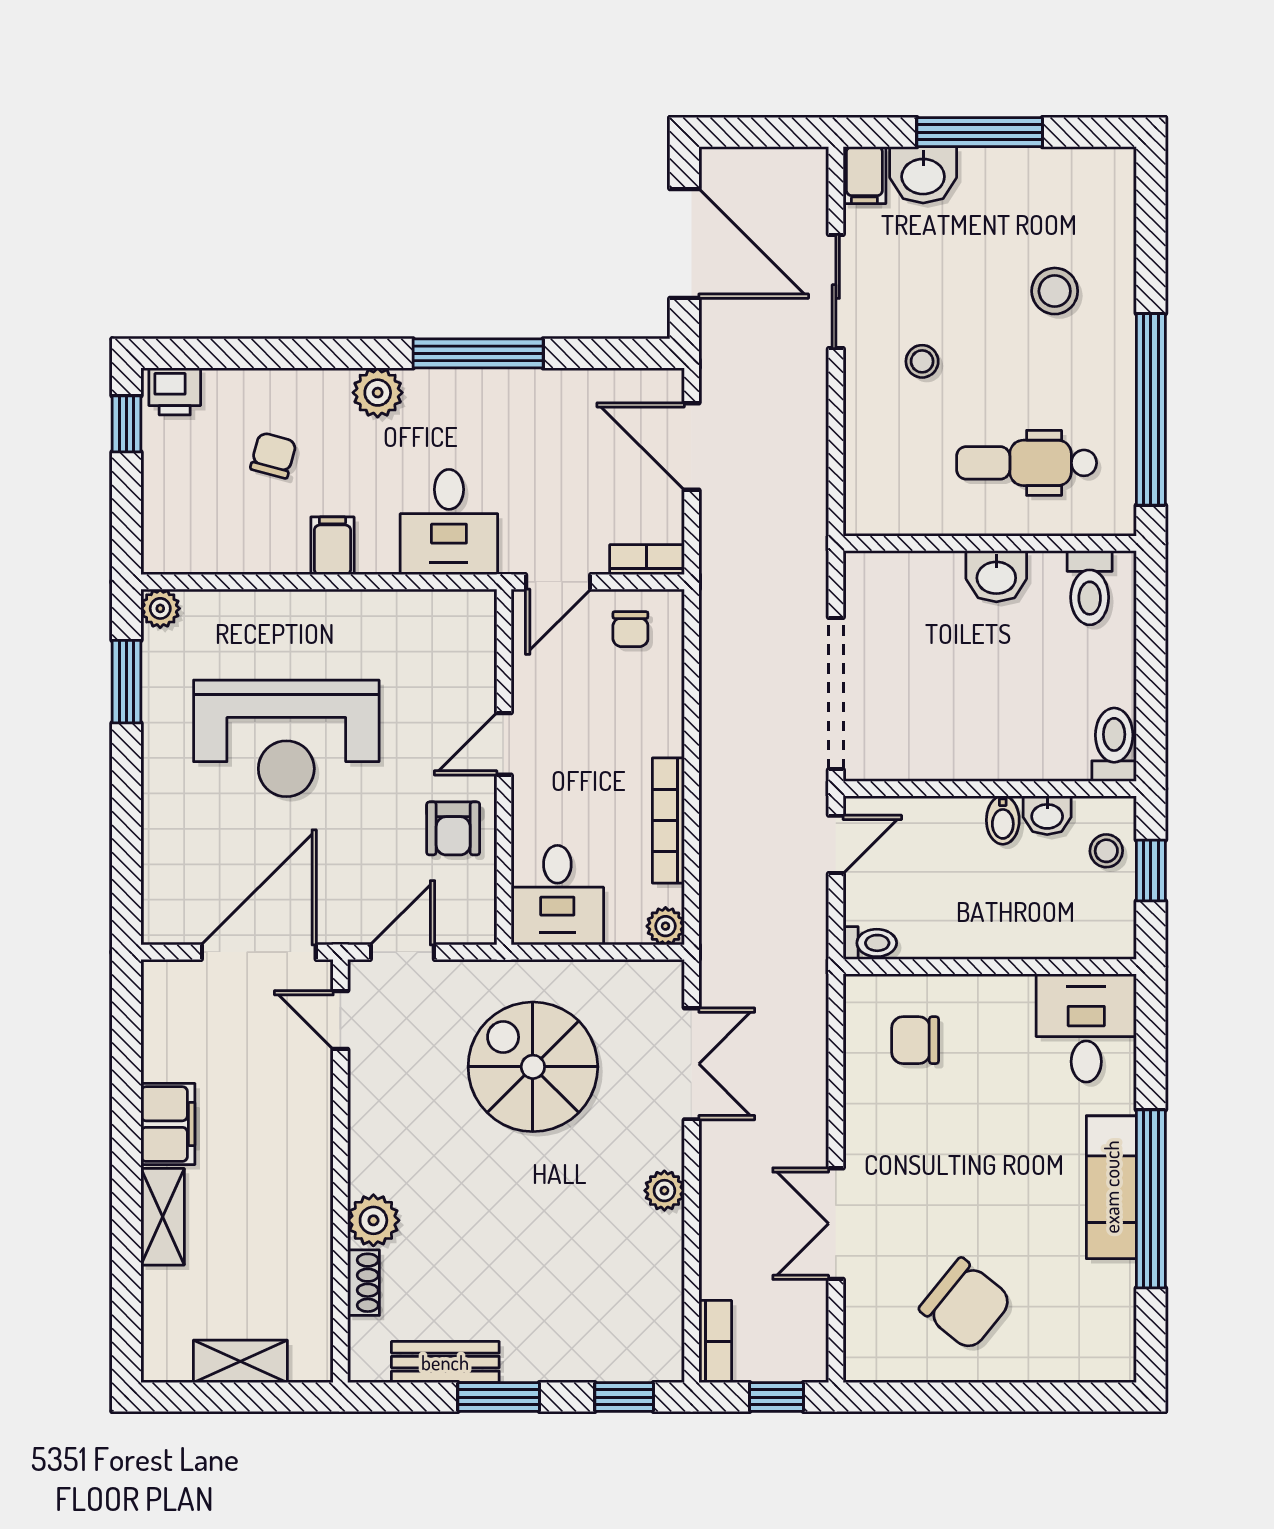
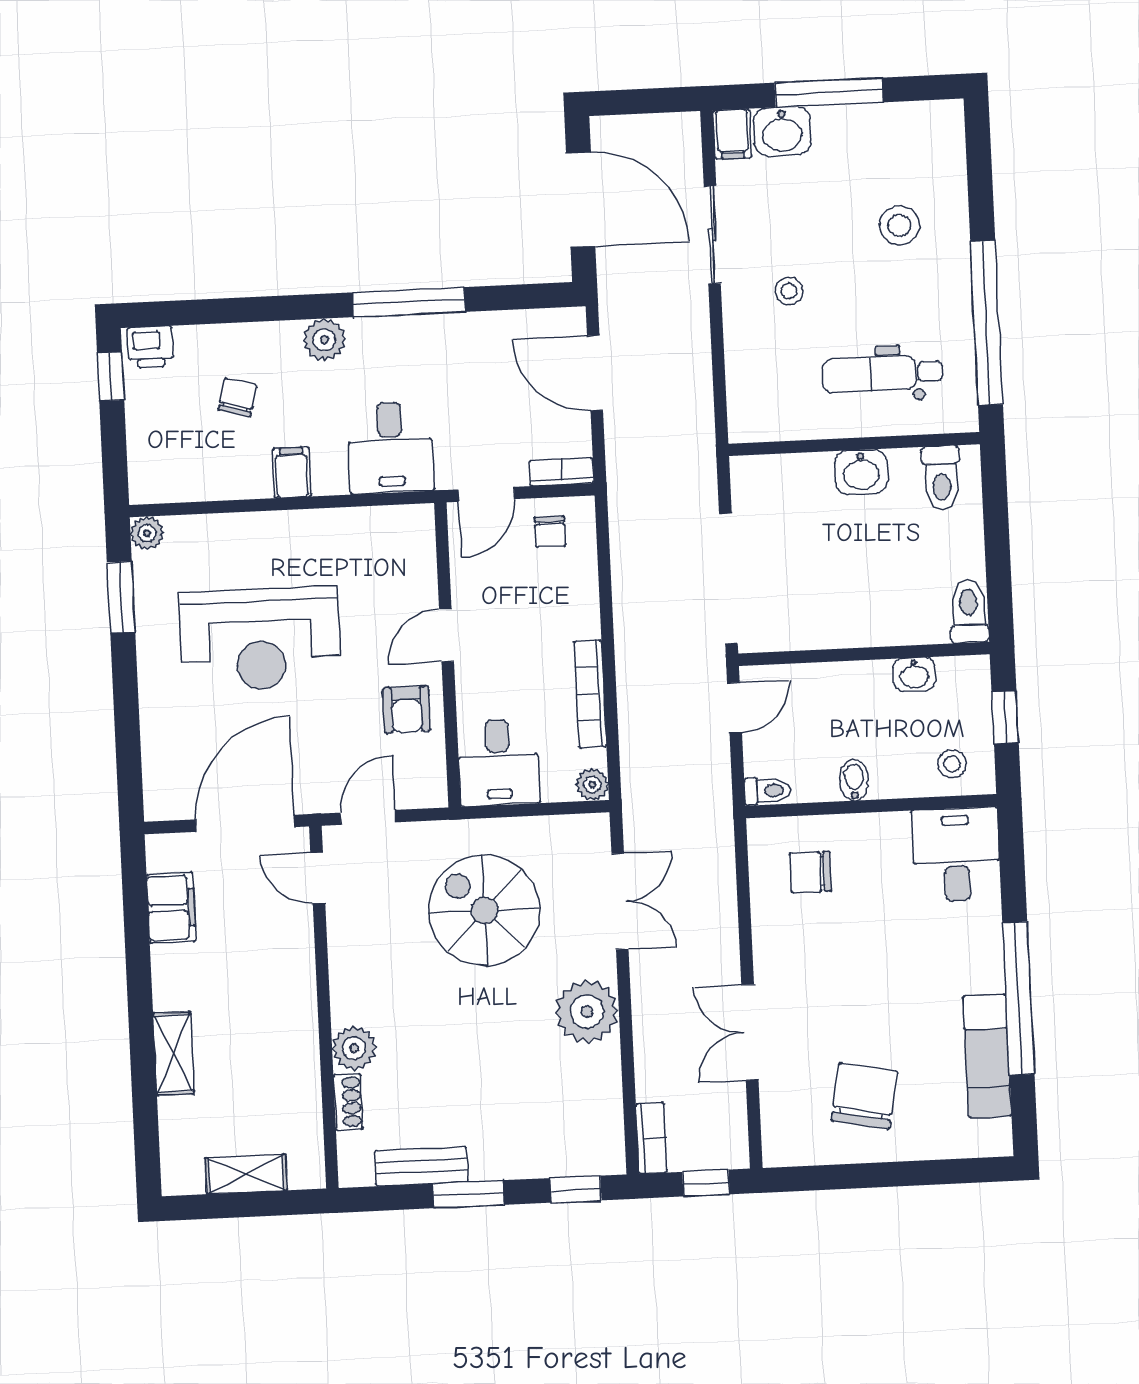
bidet: (1003, 820) -> (854, 780), moved, turned 180
stool: (1106, 851) -> (952, 764), moved
filing cabinet: (168, 1124) -> (171, 908), moved
exam couch: (1111, 1187) -> (987, 1056), moved
plant: (664, 1191) -> (587, 1012), width x1.88, depth x1.88
chair: (966, 1304) -> (864, 1096), turned -118

